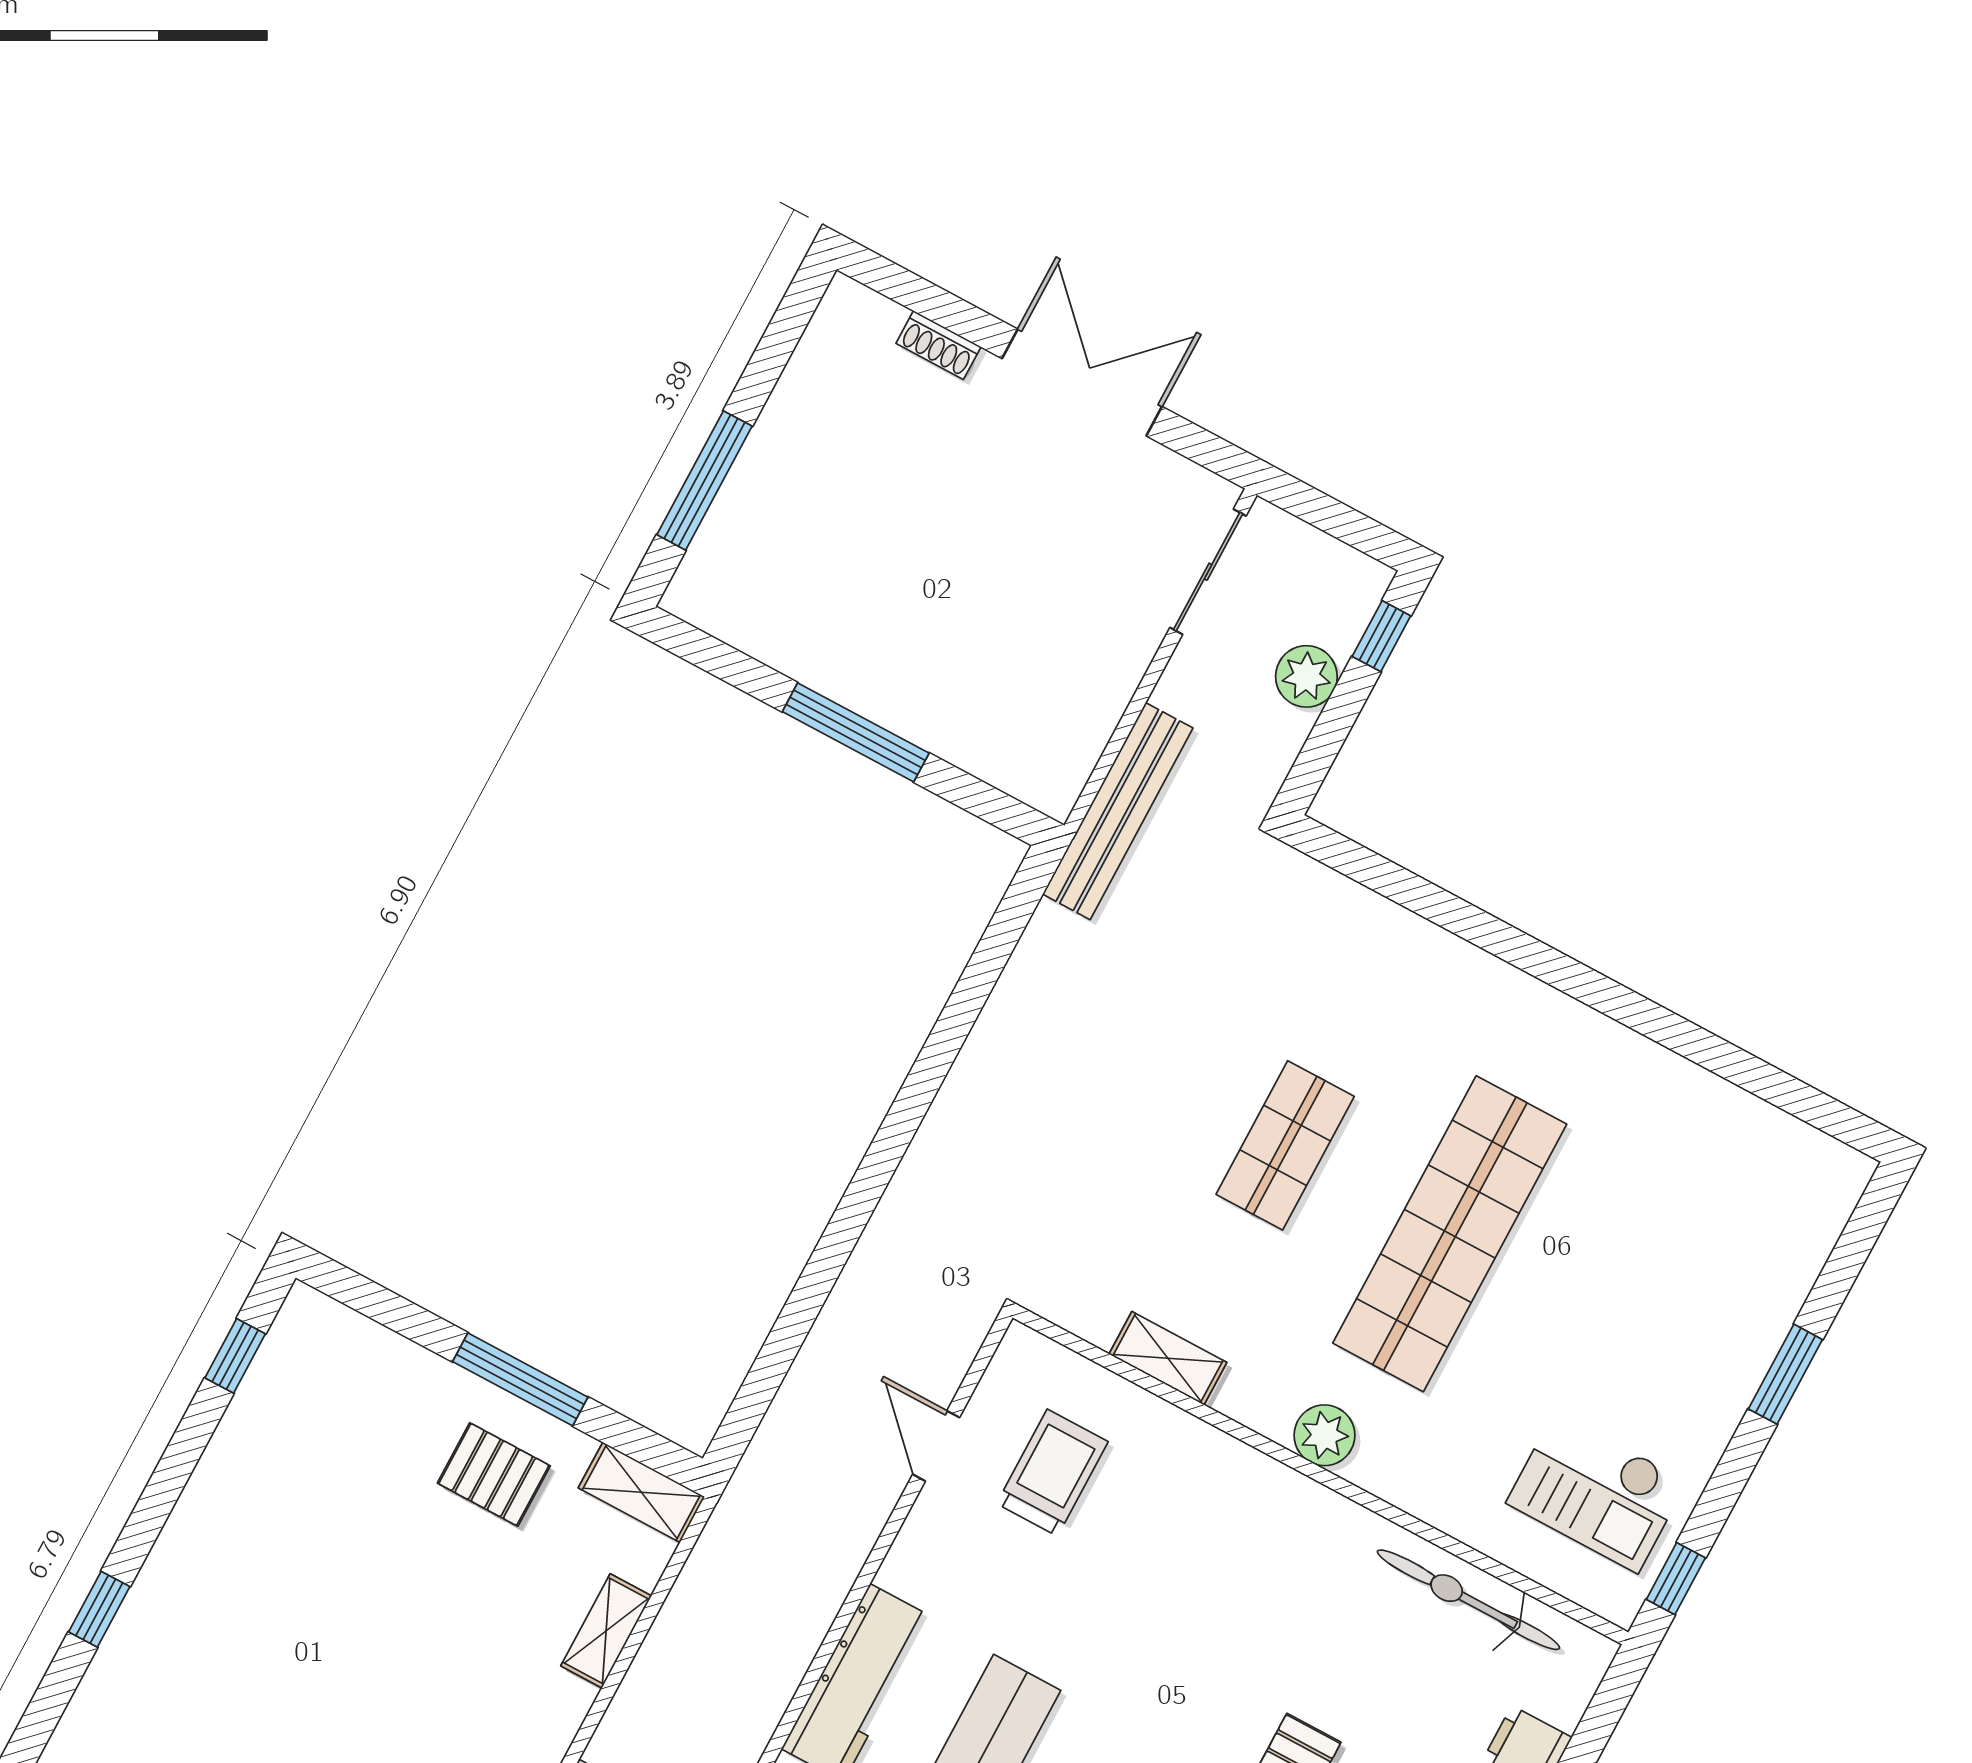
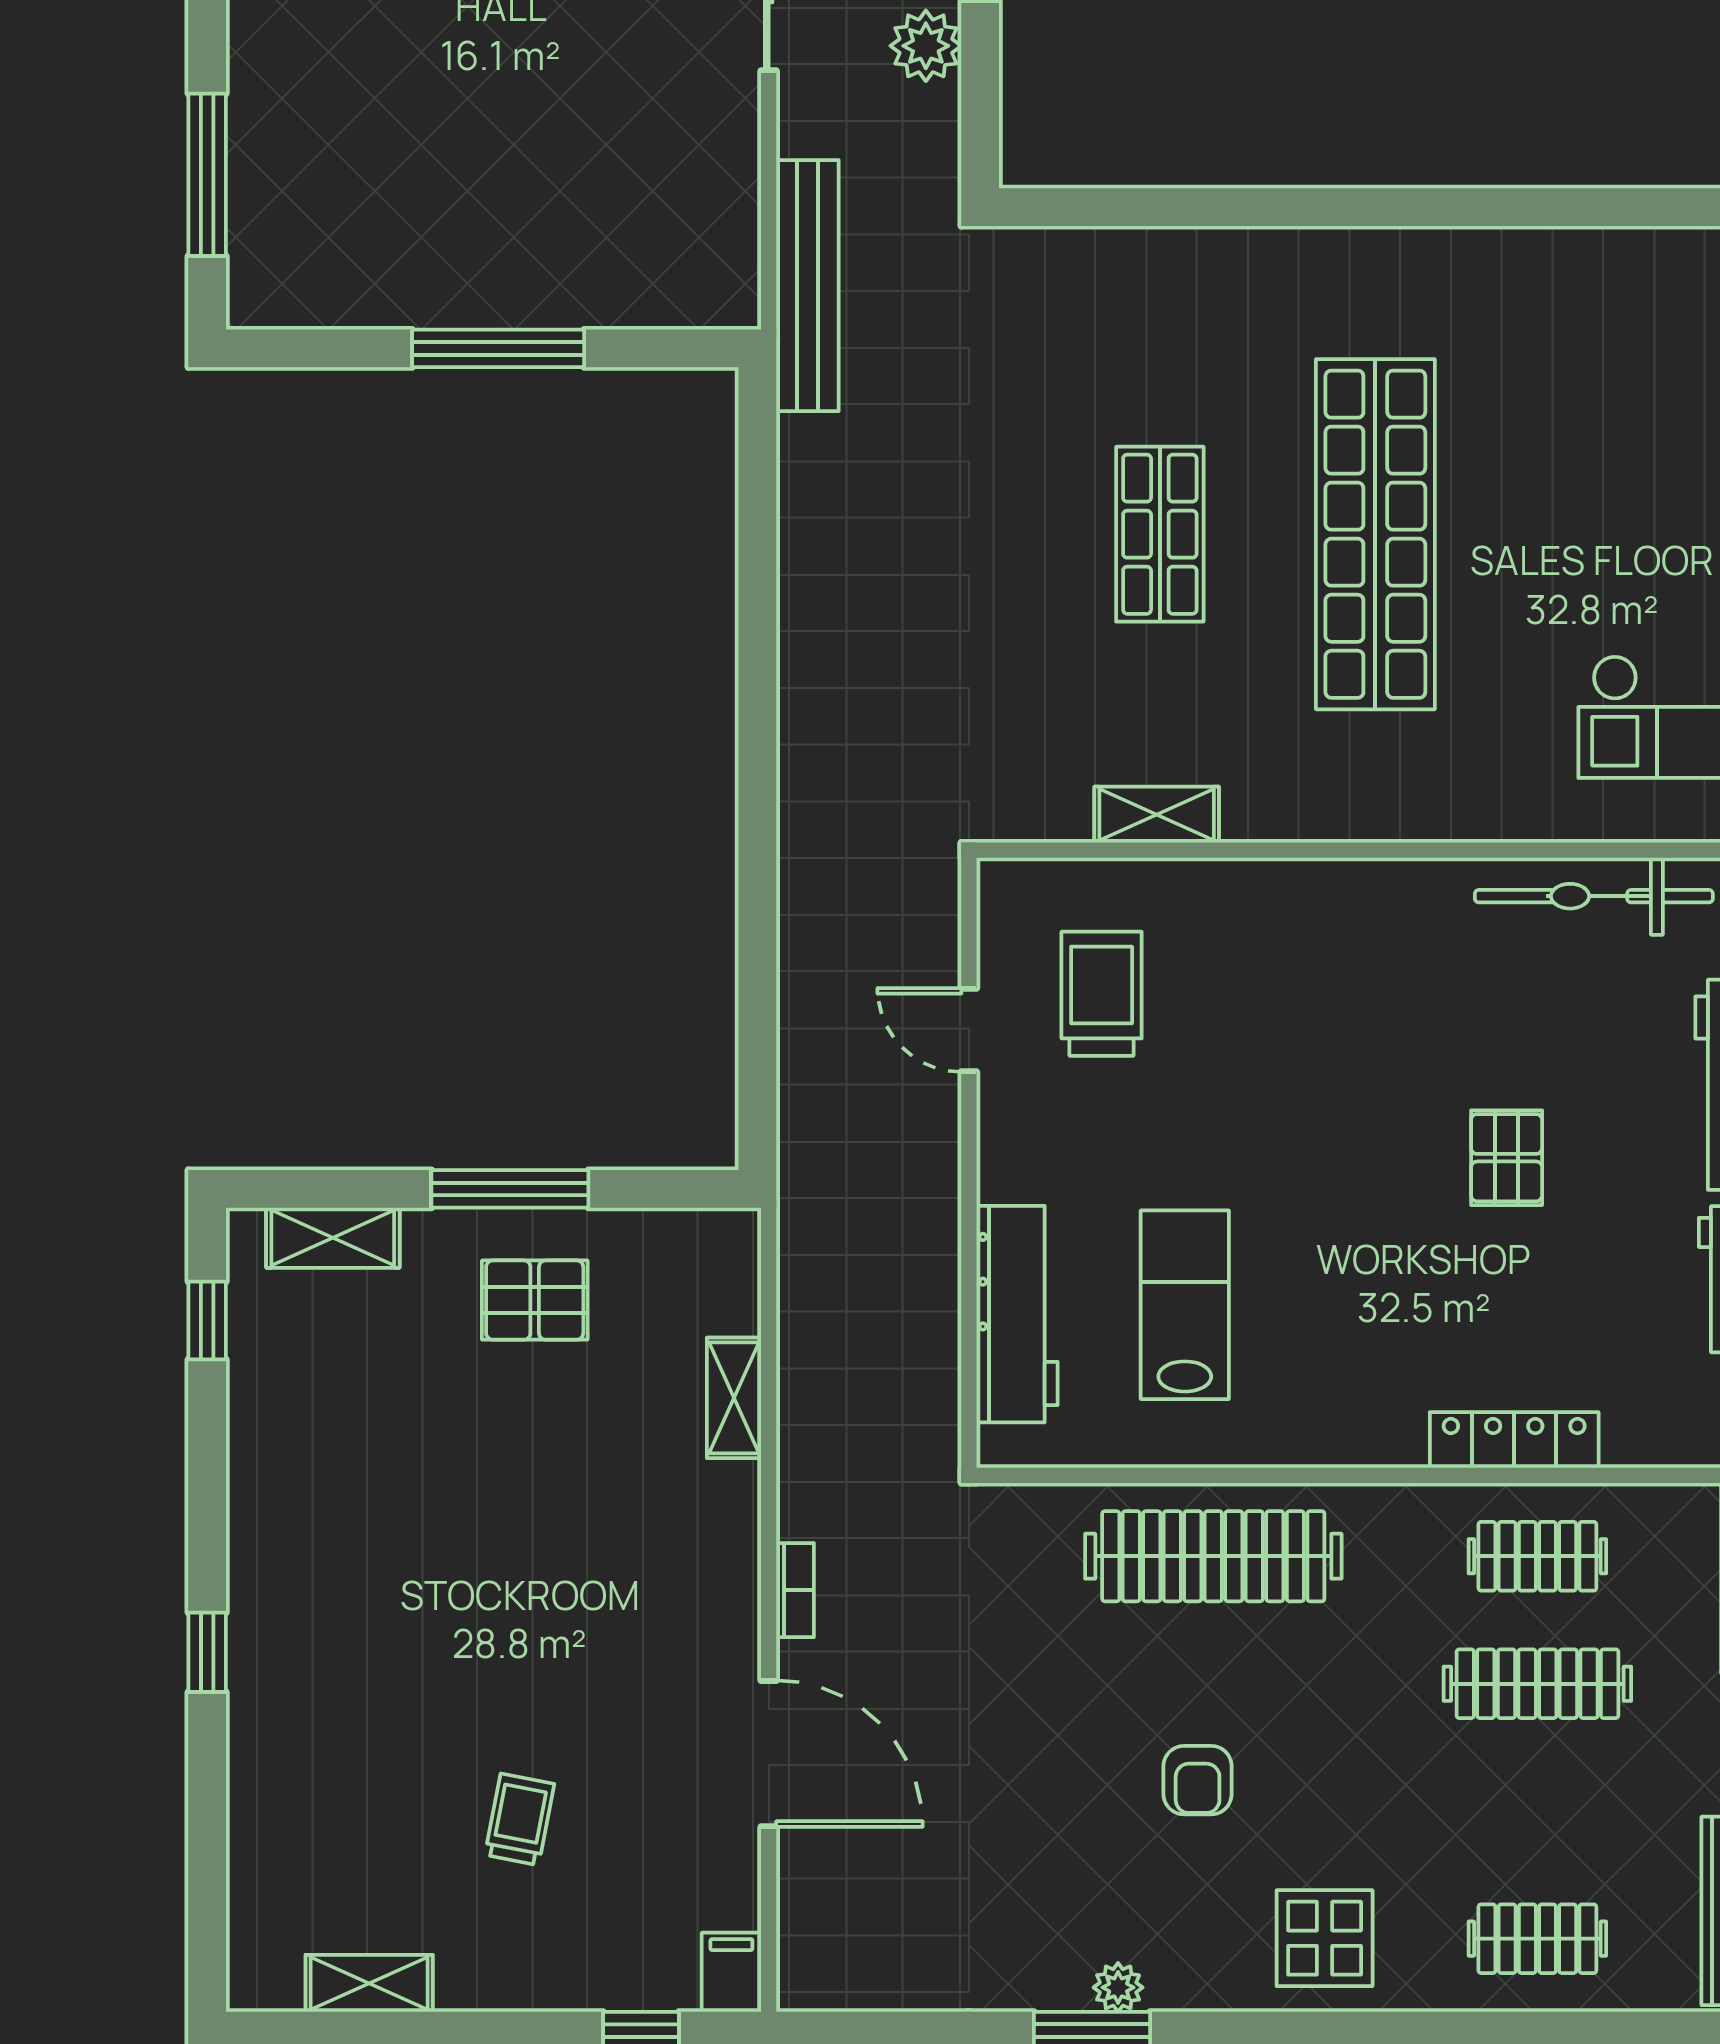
plant: (1324, 1435) -> (1358, 807), removed
shelving: (641, 1492) -> (333, 1238), moved

